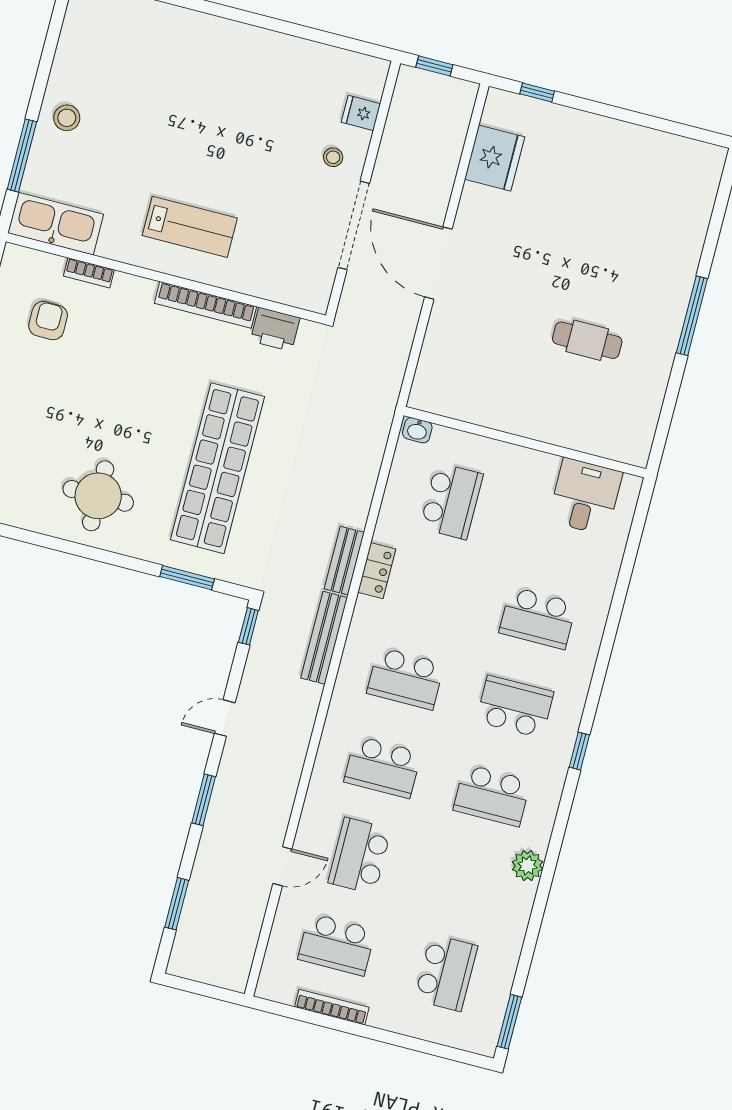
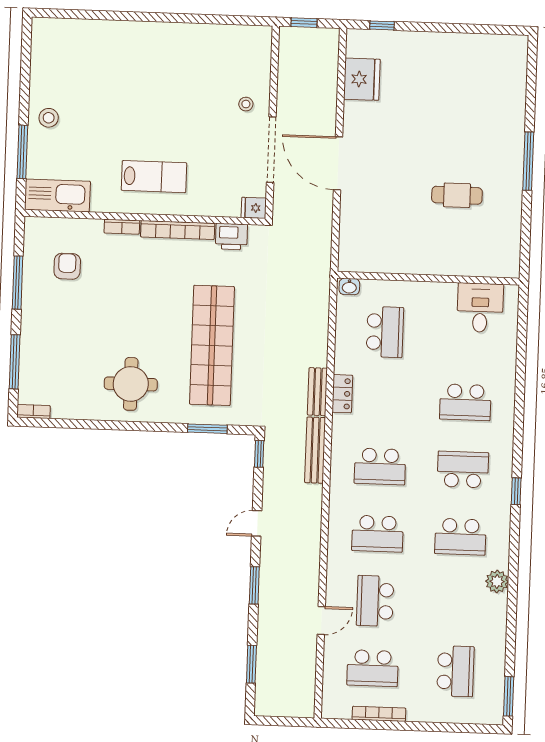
fridge: (361, 113) -> (254, 208), moved
bookcase: (89, 273) -> (122, 227), moved

